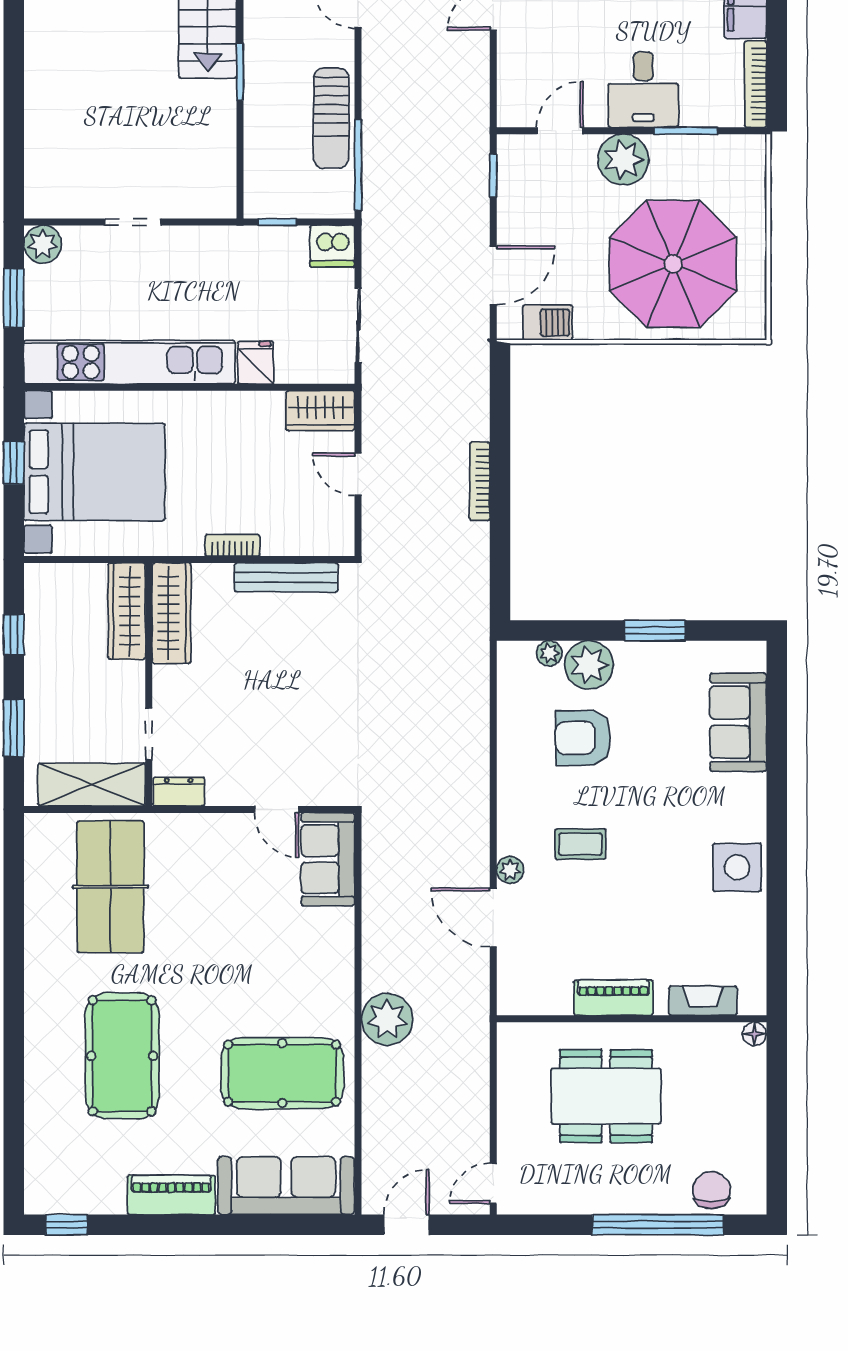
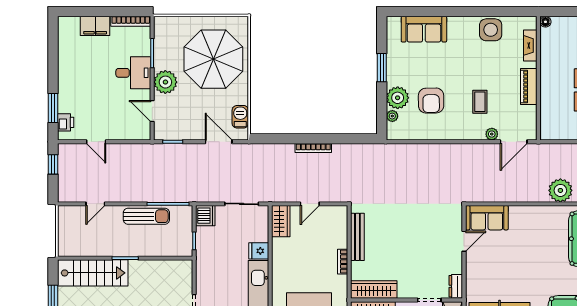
piano: (613, 998) -> (529, 87), moved
fireplace: (703, 1001) -> (530, 45), moved
wall: (632, 1019) -> (538, 78), moved
floor lamp: (754, 1034) -> (545, 22), moved

